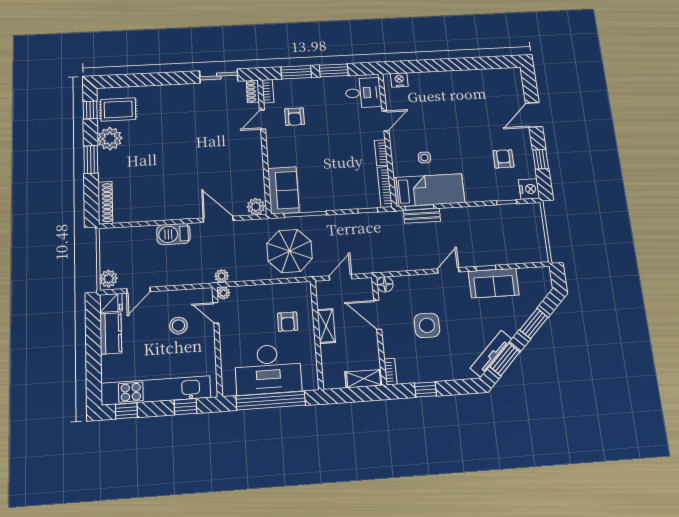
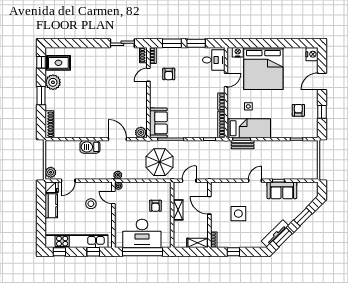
bed: (441, 101) -> (263, 69), added
nightstand: (529, 189) -> (312, 54), moved
floor lamp: (385, 284) -> (216, 187), removed

